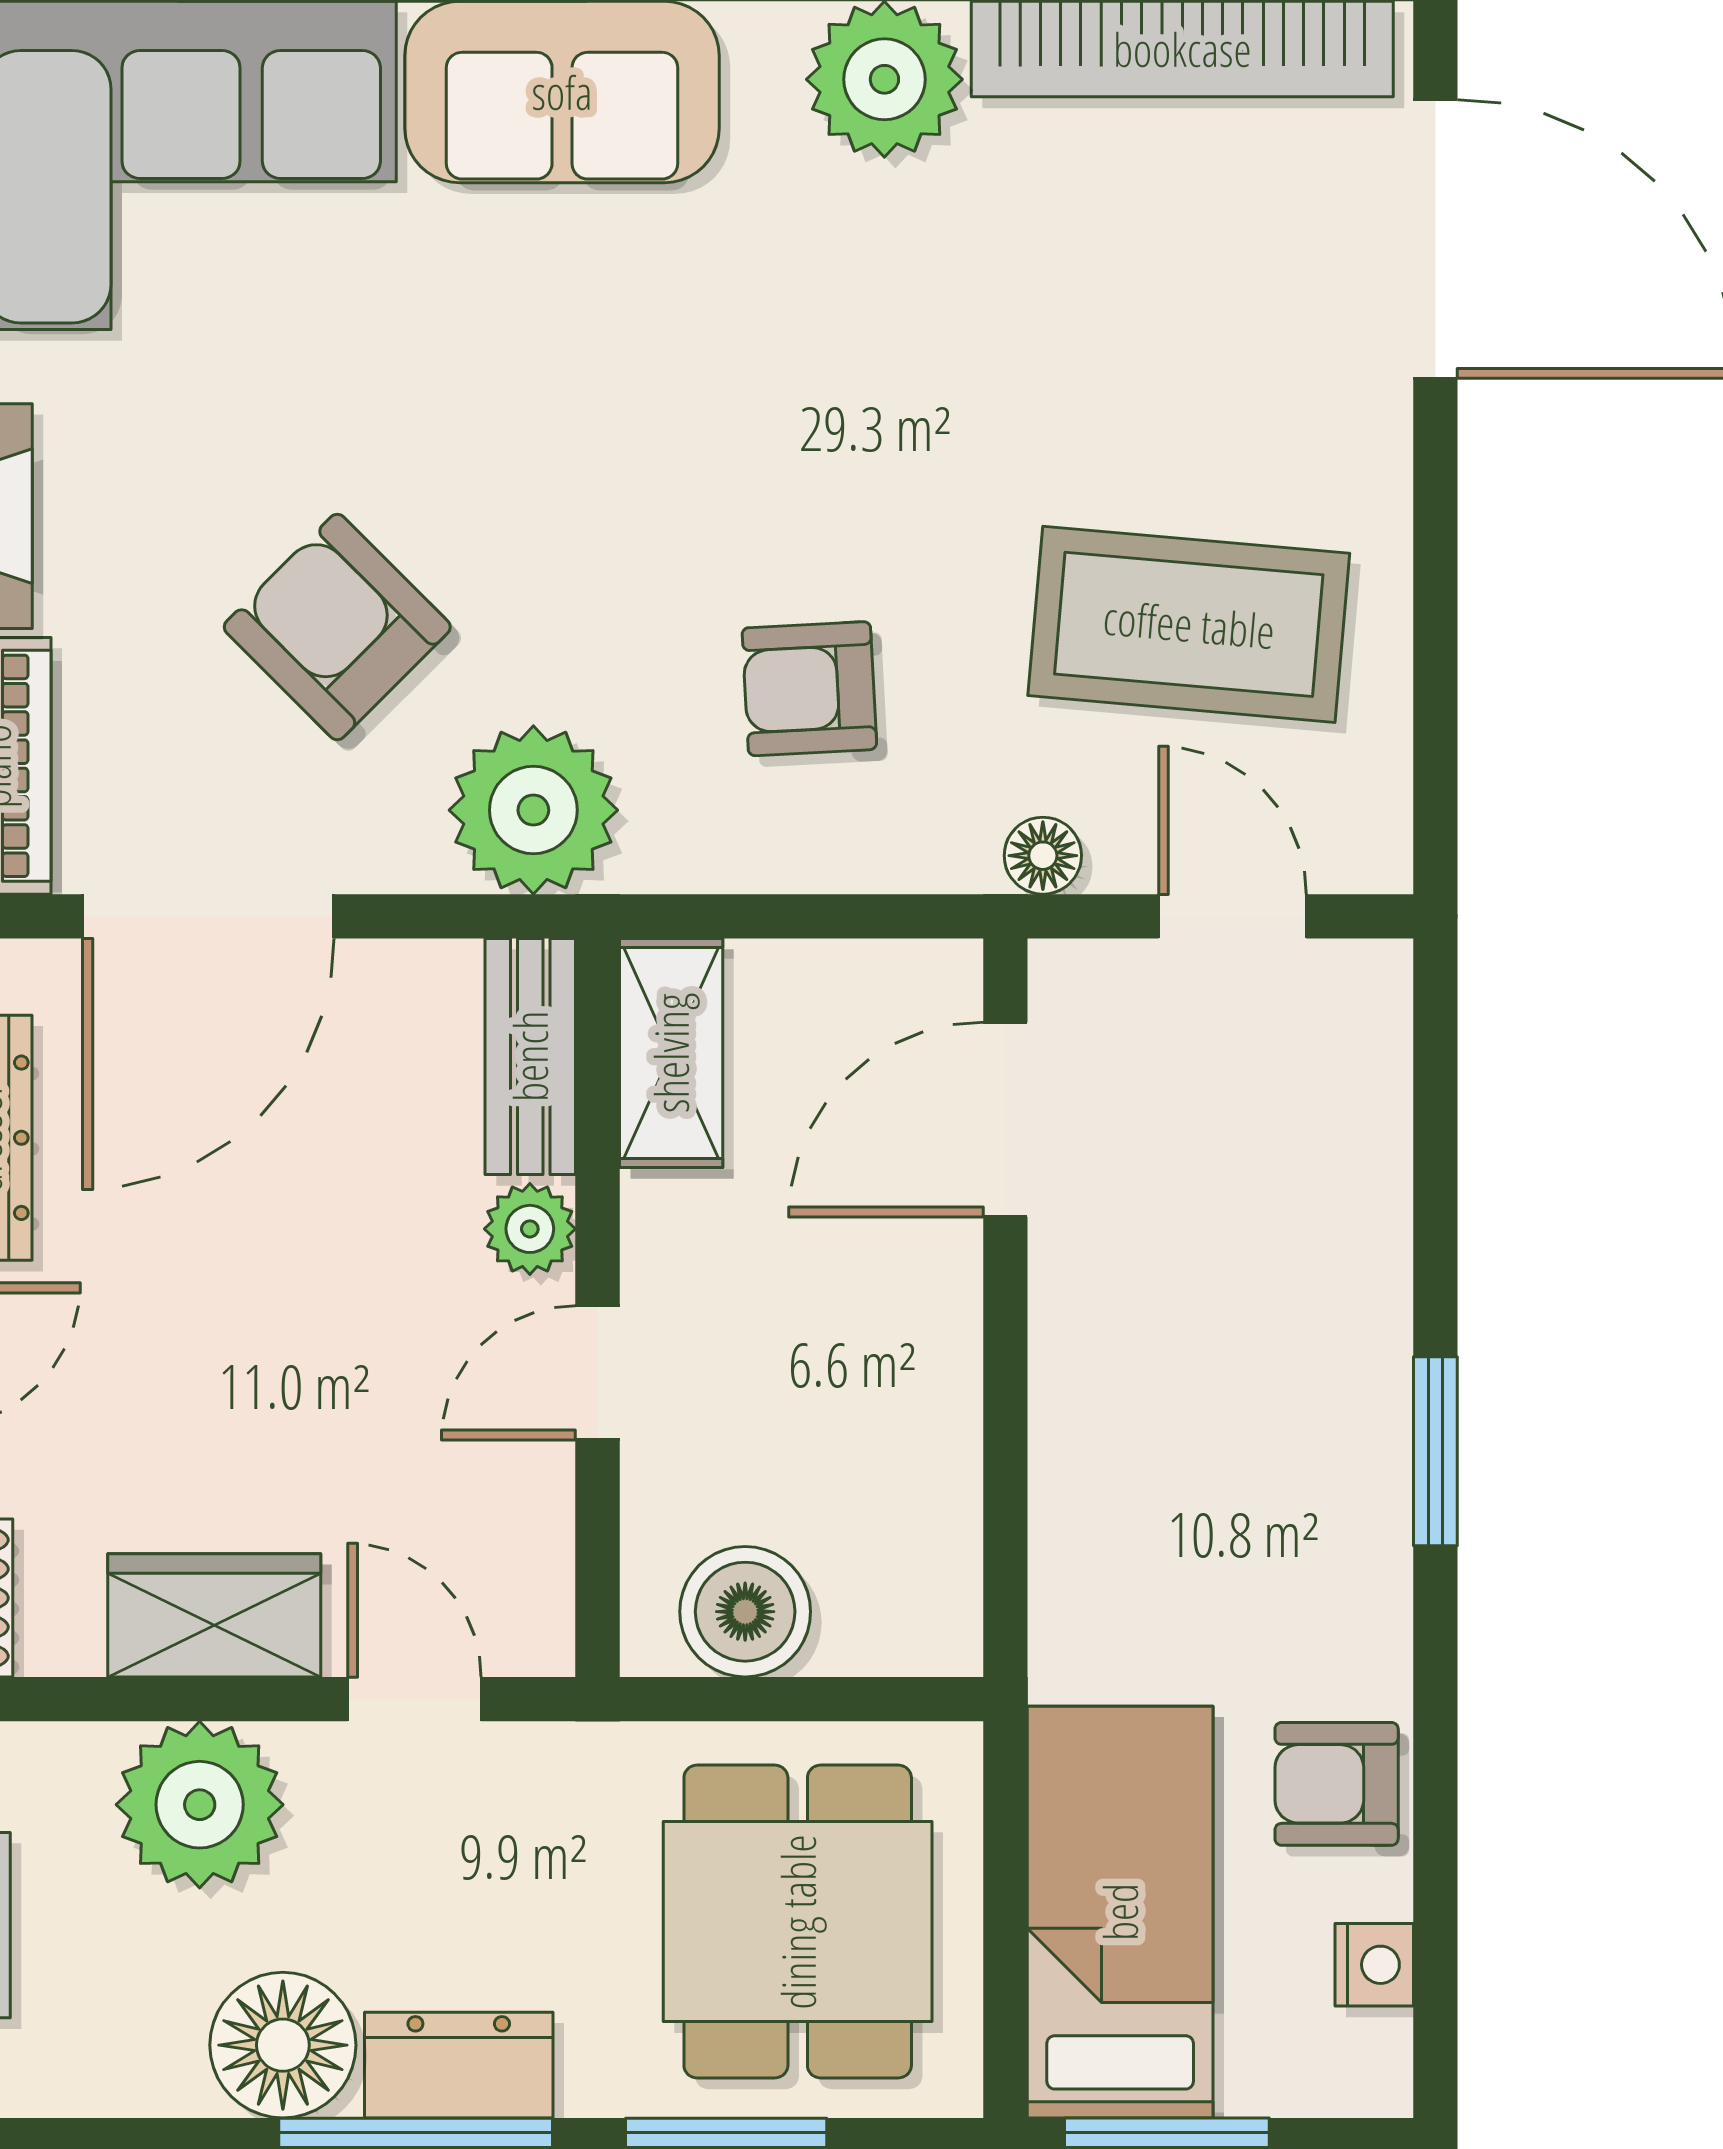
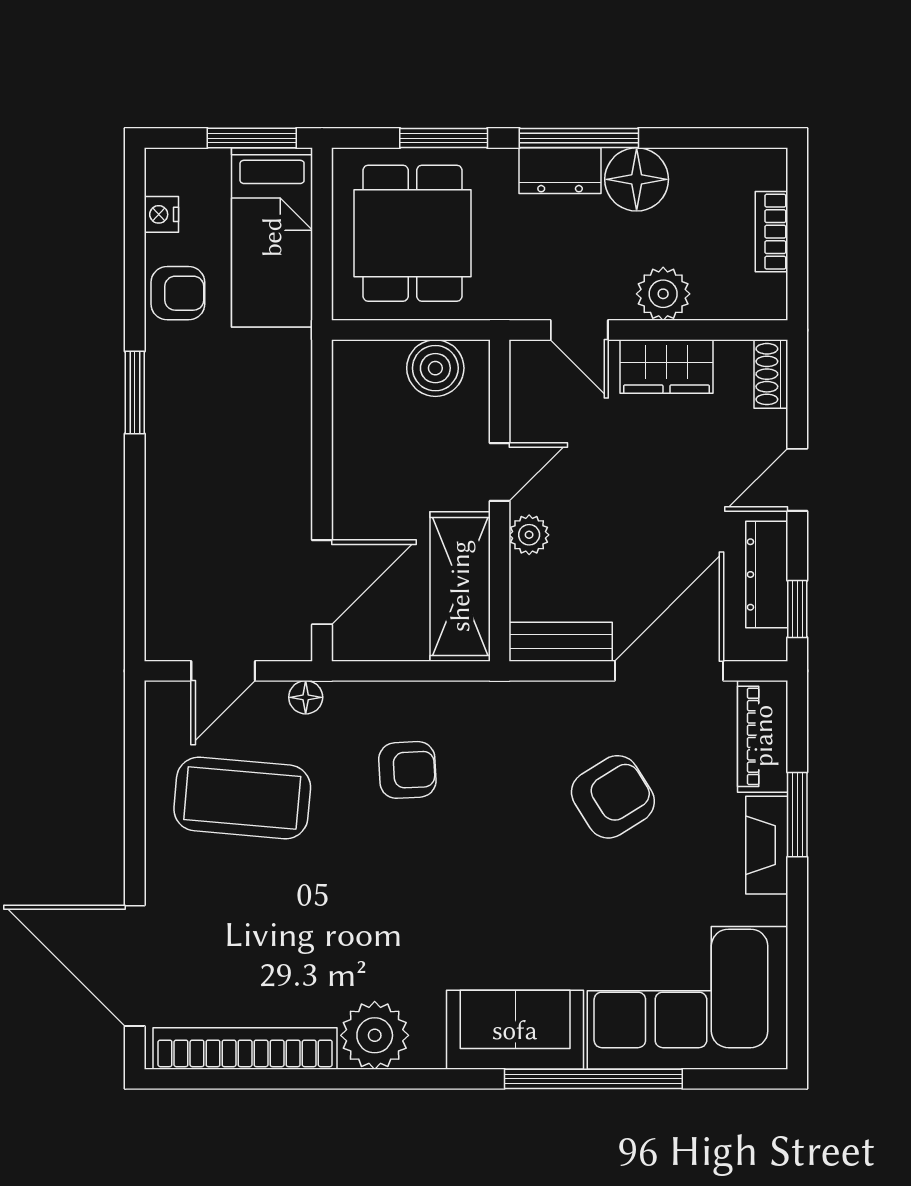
armchair: (337, 627) -> (613, 797), turned -77
plant: (533, 810) -> (528, 717), removed
door: (1232, 916) -> (223, 671), hinge flipped
shelving: (671, 1053) -> (460, 586), width x1.50, depth x1.33
bench: (530, 1056) -> (561, 642), moved, turned 90
window: (1435, 1451) -> (135, 392), moved
plant: (200, 1805) -> (663, 294), width x0.73, depth x0.73

